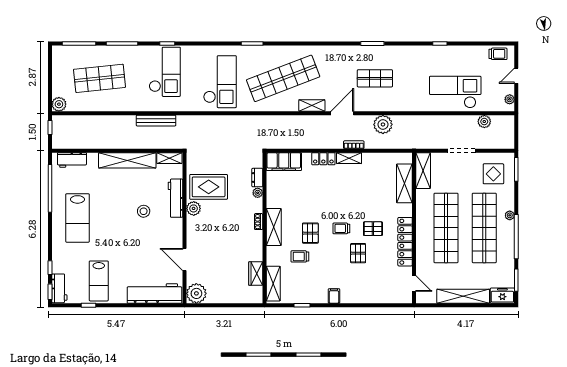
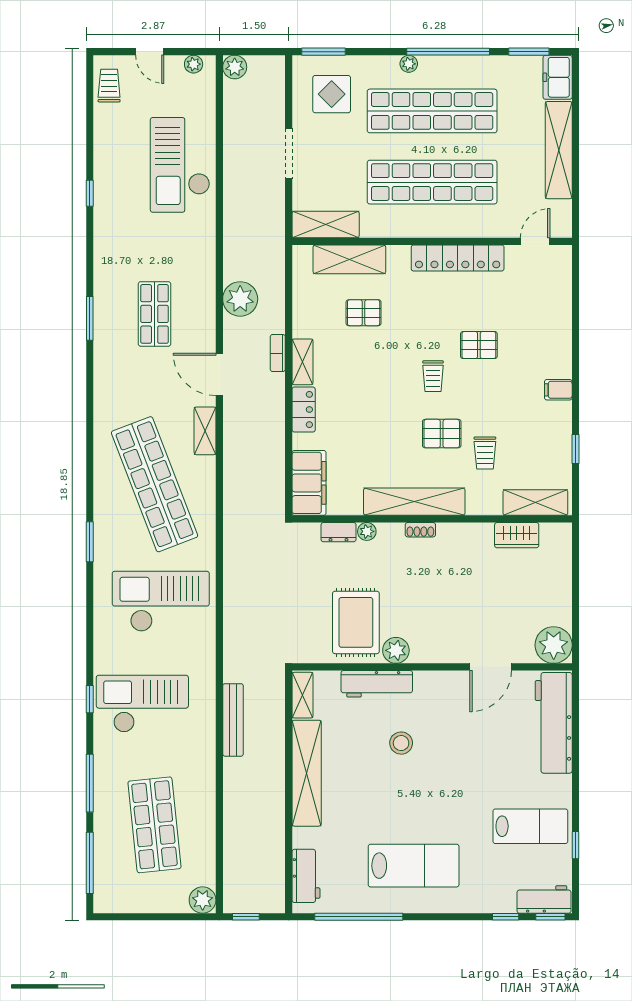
plant: (484, 122) -> (235, 67), moved
shelving: (274, 227) -> (414, 502), width x1.47
pallet: (373, 229) -> (364, 313), moved, turned 90

